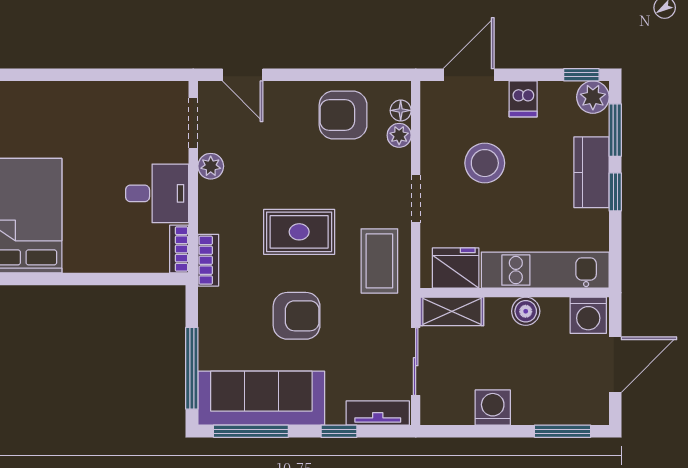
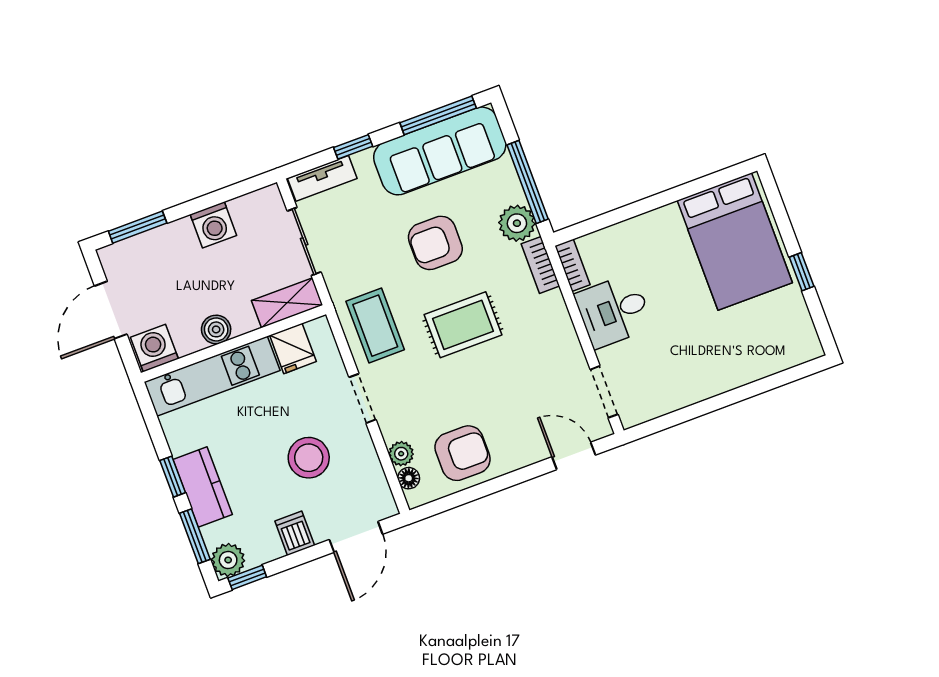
plant: (211, 166) -> (517, 223), moved, width x1.38, depth x1.38
fridge: (456, 268) -> (293, 348), width x0.72
window: (192, 368) -> (528, 182), moved

